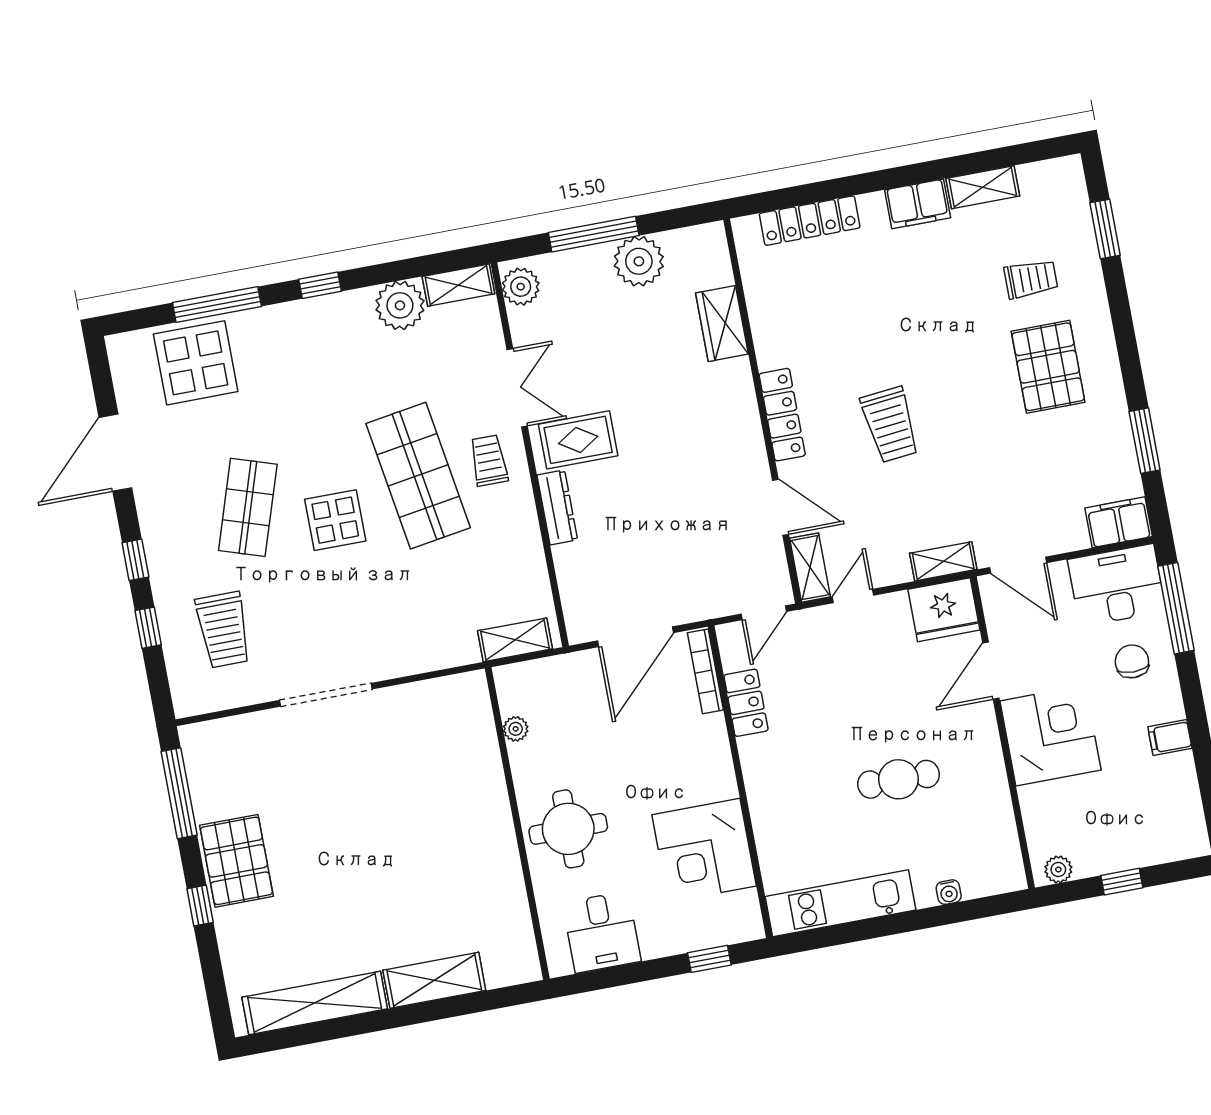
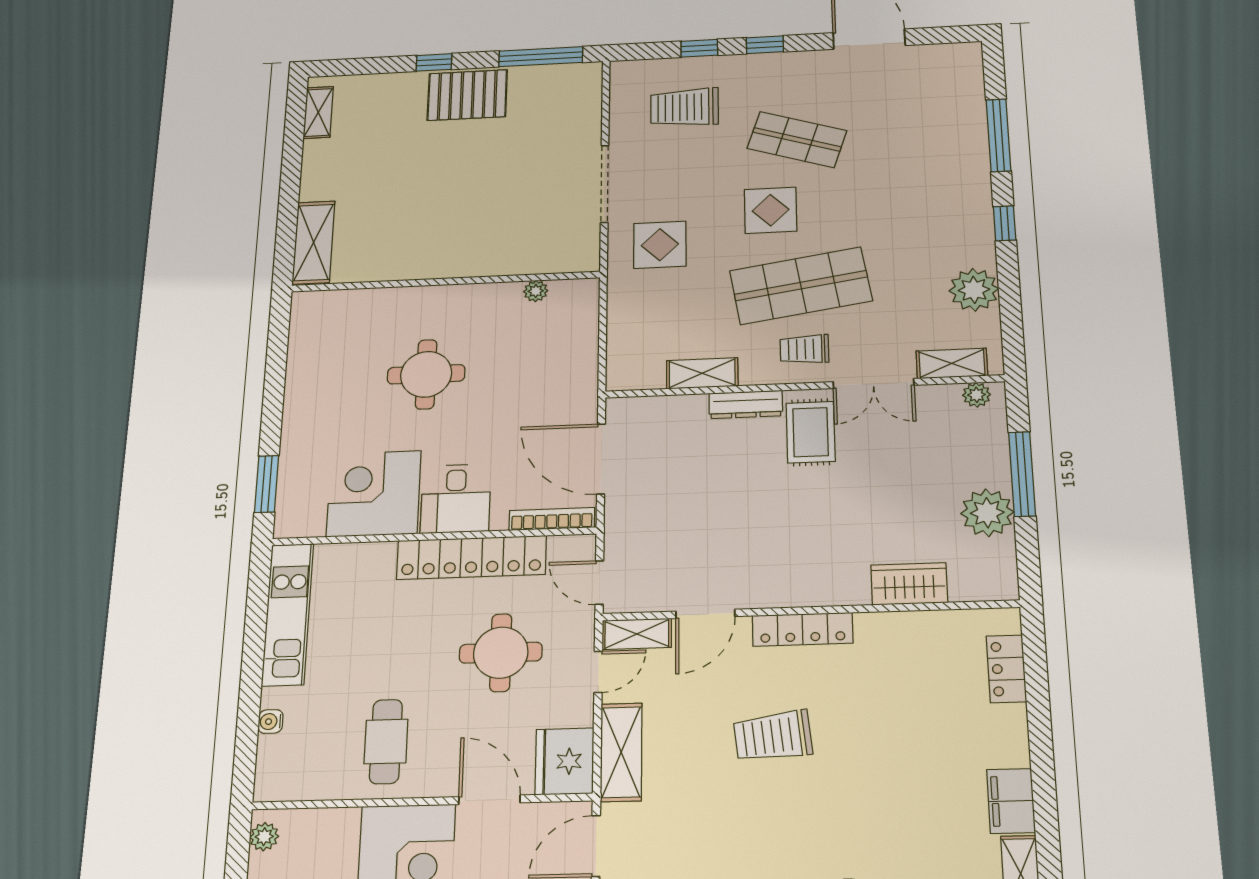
locker: (810, 221) -> (1006, 669), width x0.66
shelving: (458, 285) -> (952, 363), moved, turned 90
plant: (521, 287) -> (977, 395), width x0.73, depth x0.73
display table: (196, 363) -> (660, 245), moved, width x0.73, depth x0.73
trolley: (489, 460) -> (804, 349), turned 180
shelving: (943, 561) -> (621, 752), width x1.50, depth x1.33
door: (853, 596) -> (598, 672), hinge flipped
shelving: (515, 640) -> (702, 373), moved, turned 90
round table: (848, 691) -> (501, 653), added
locker: (746, 703) -> (471, 557), width x2.16, depth x1.21
plant: (516, 729) -> (536, 291), moved
cafe table: (898, 779) -> (386, 741), moved
wall: (517, 823) -> (445, 282), moved
desk: (602, 932) -> (456, 499), moved, turned -90
window: (709, 959) -> (267, 484), width x1.50
shelving: (315, 1003) -> (318, 112), width x0.45, depth x0.75

